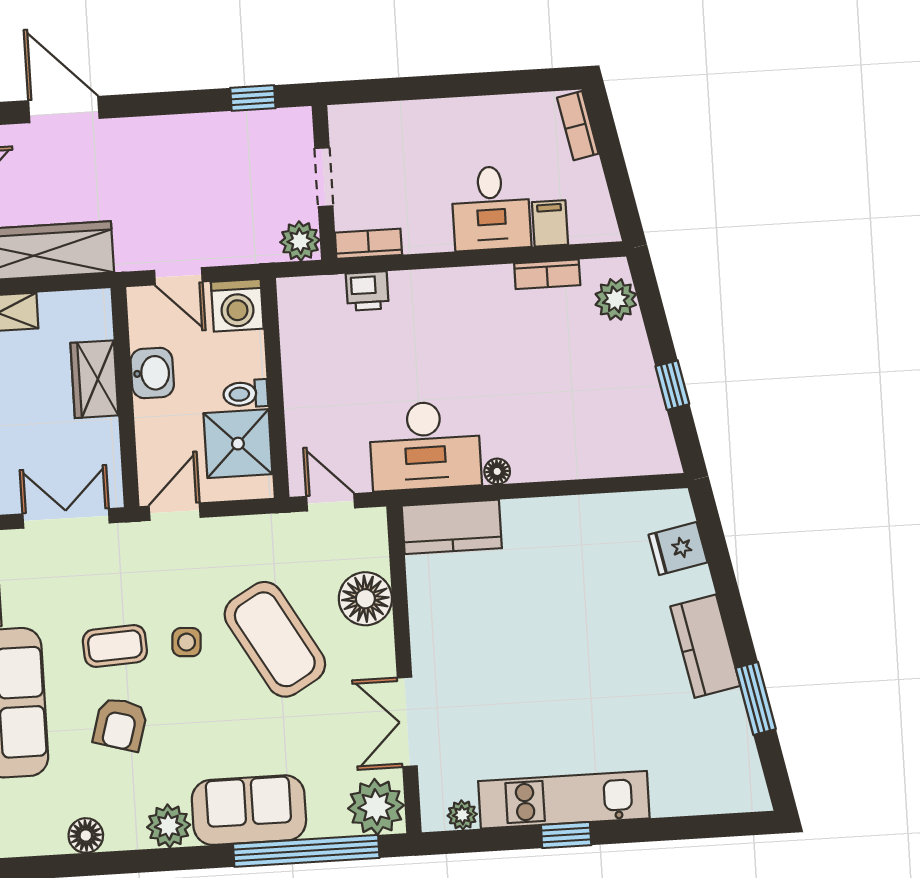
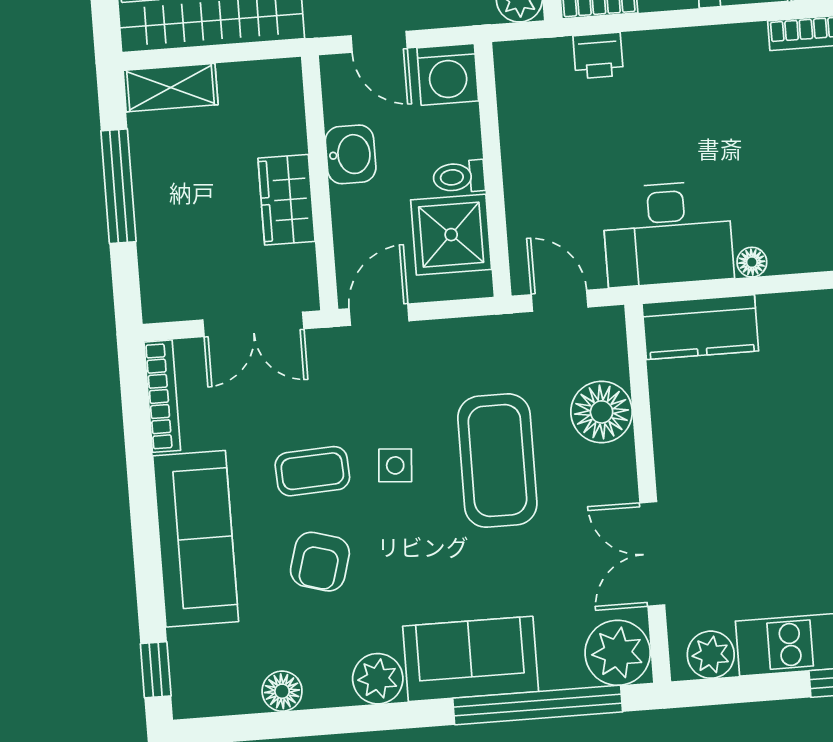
wardrobe: (94, 379) -> (287, 200), moved
double door: (66, 518) -> (253, 324), swing flipped
coffee table: (275, 639) -> (497, 461), turned 30
plant: (462, 815) -> (711, 655), width x1.38, depth x1.38

